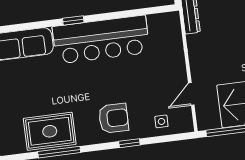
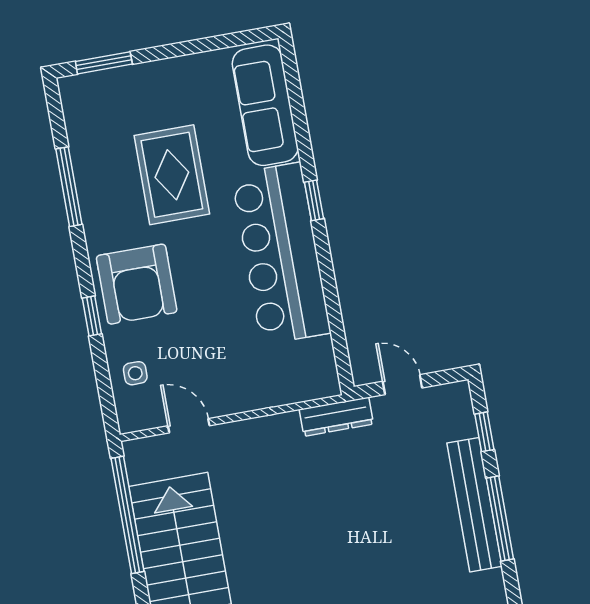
armchair: (114, 118) -> (137, 284), width x1.36, depth x1.36
rug: (50, 131) -> (172, 175), moved

